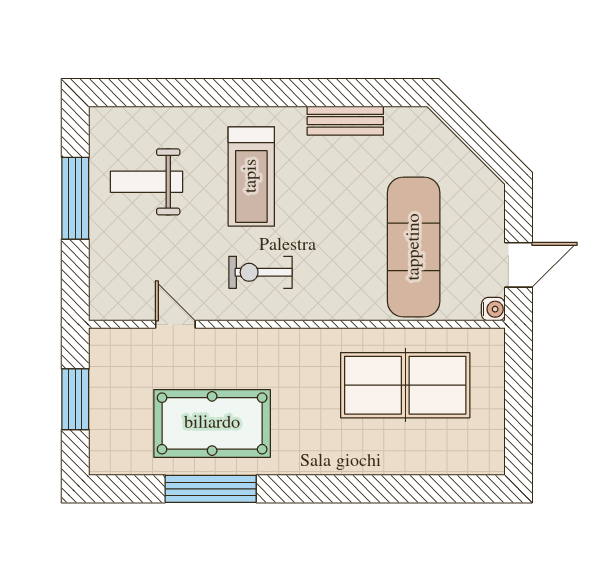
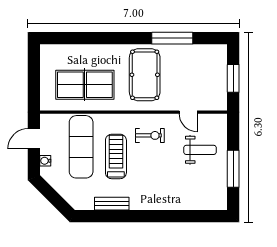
treadmill: (251, 176) -> (116, 156), moved
weight bench: (147, 182) -> (200, 150), moved
water cooler: (493, 309) -> (45, 161), moved
pool table: (212, 423) -> (145, 75), moved, turned 90

